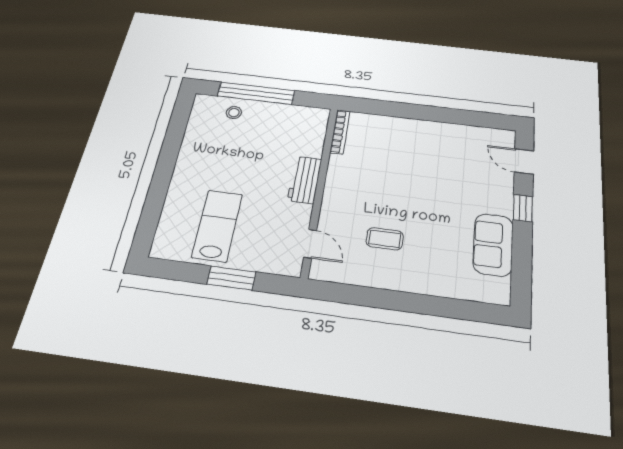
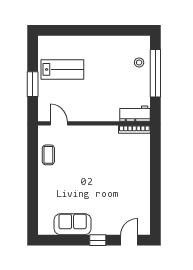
workbench: (305, 180) -> (135, 114), moved
coffee table: (385, 239) -> (48, 155), moved
door: (310, 244) -> (59, 123), swing flipped

